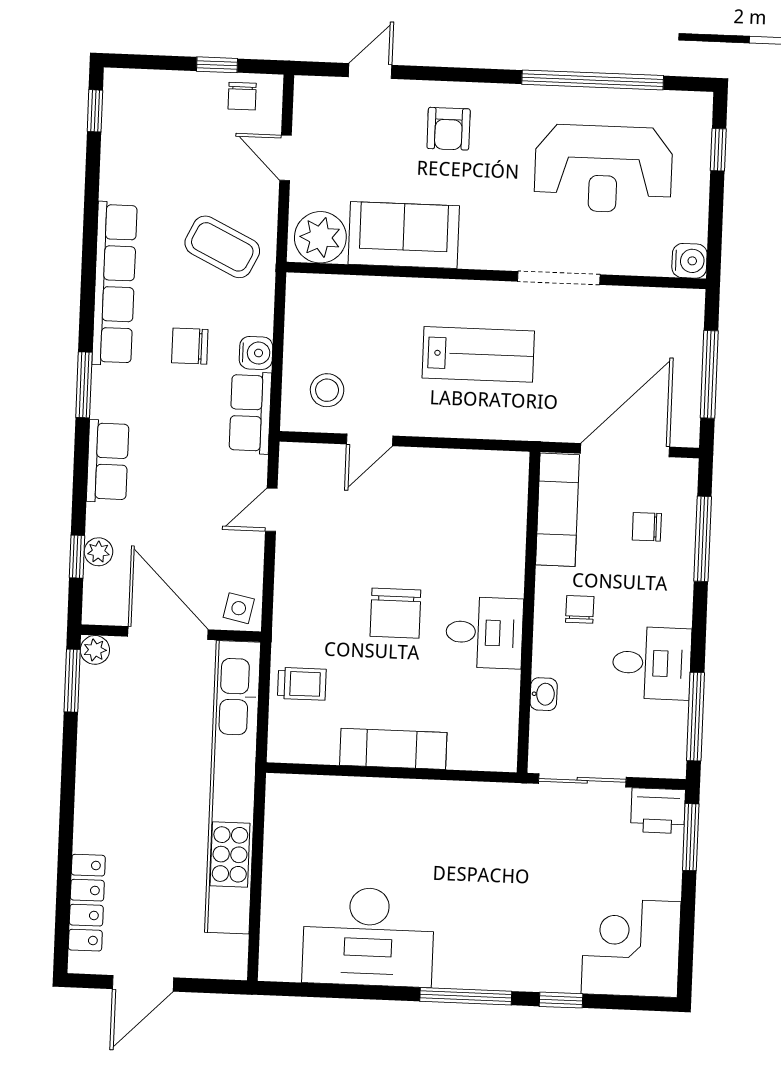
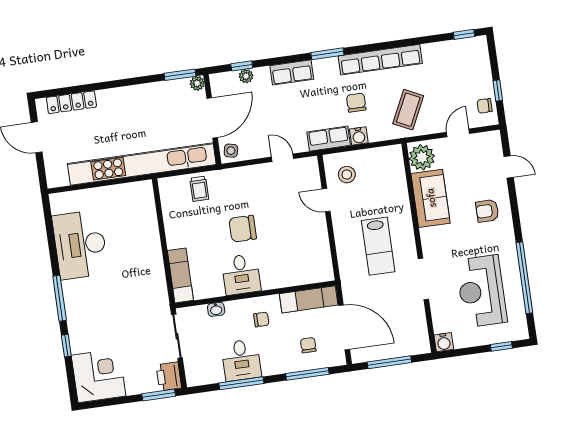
window: (695, 717) -> (241, 383), moved
exam couch: (393, 749) -> (180, 275), moved

